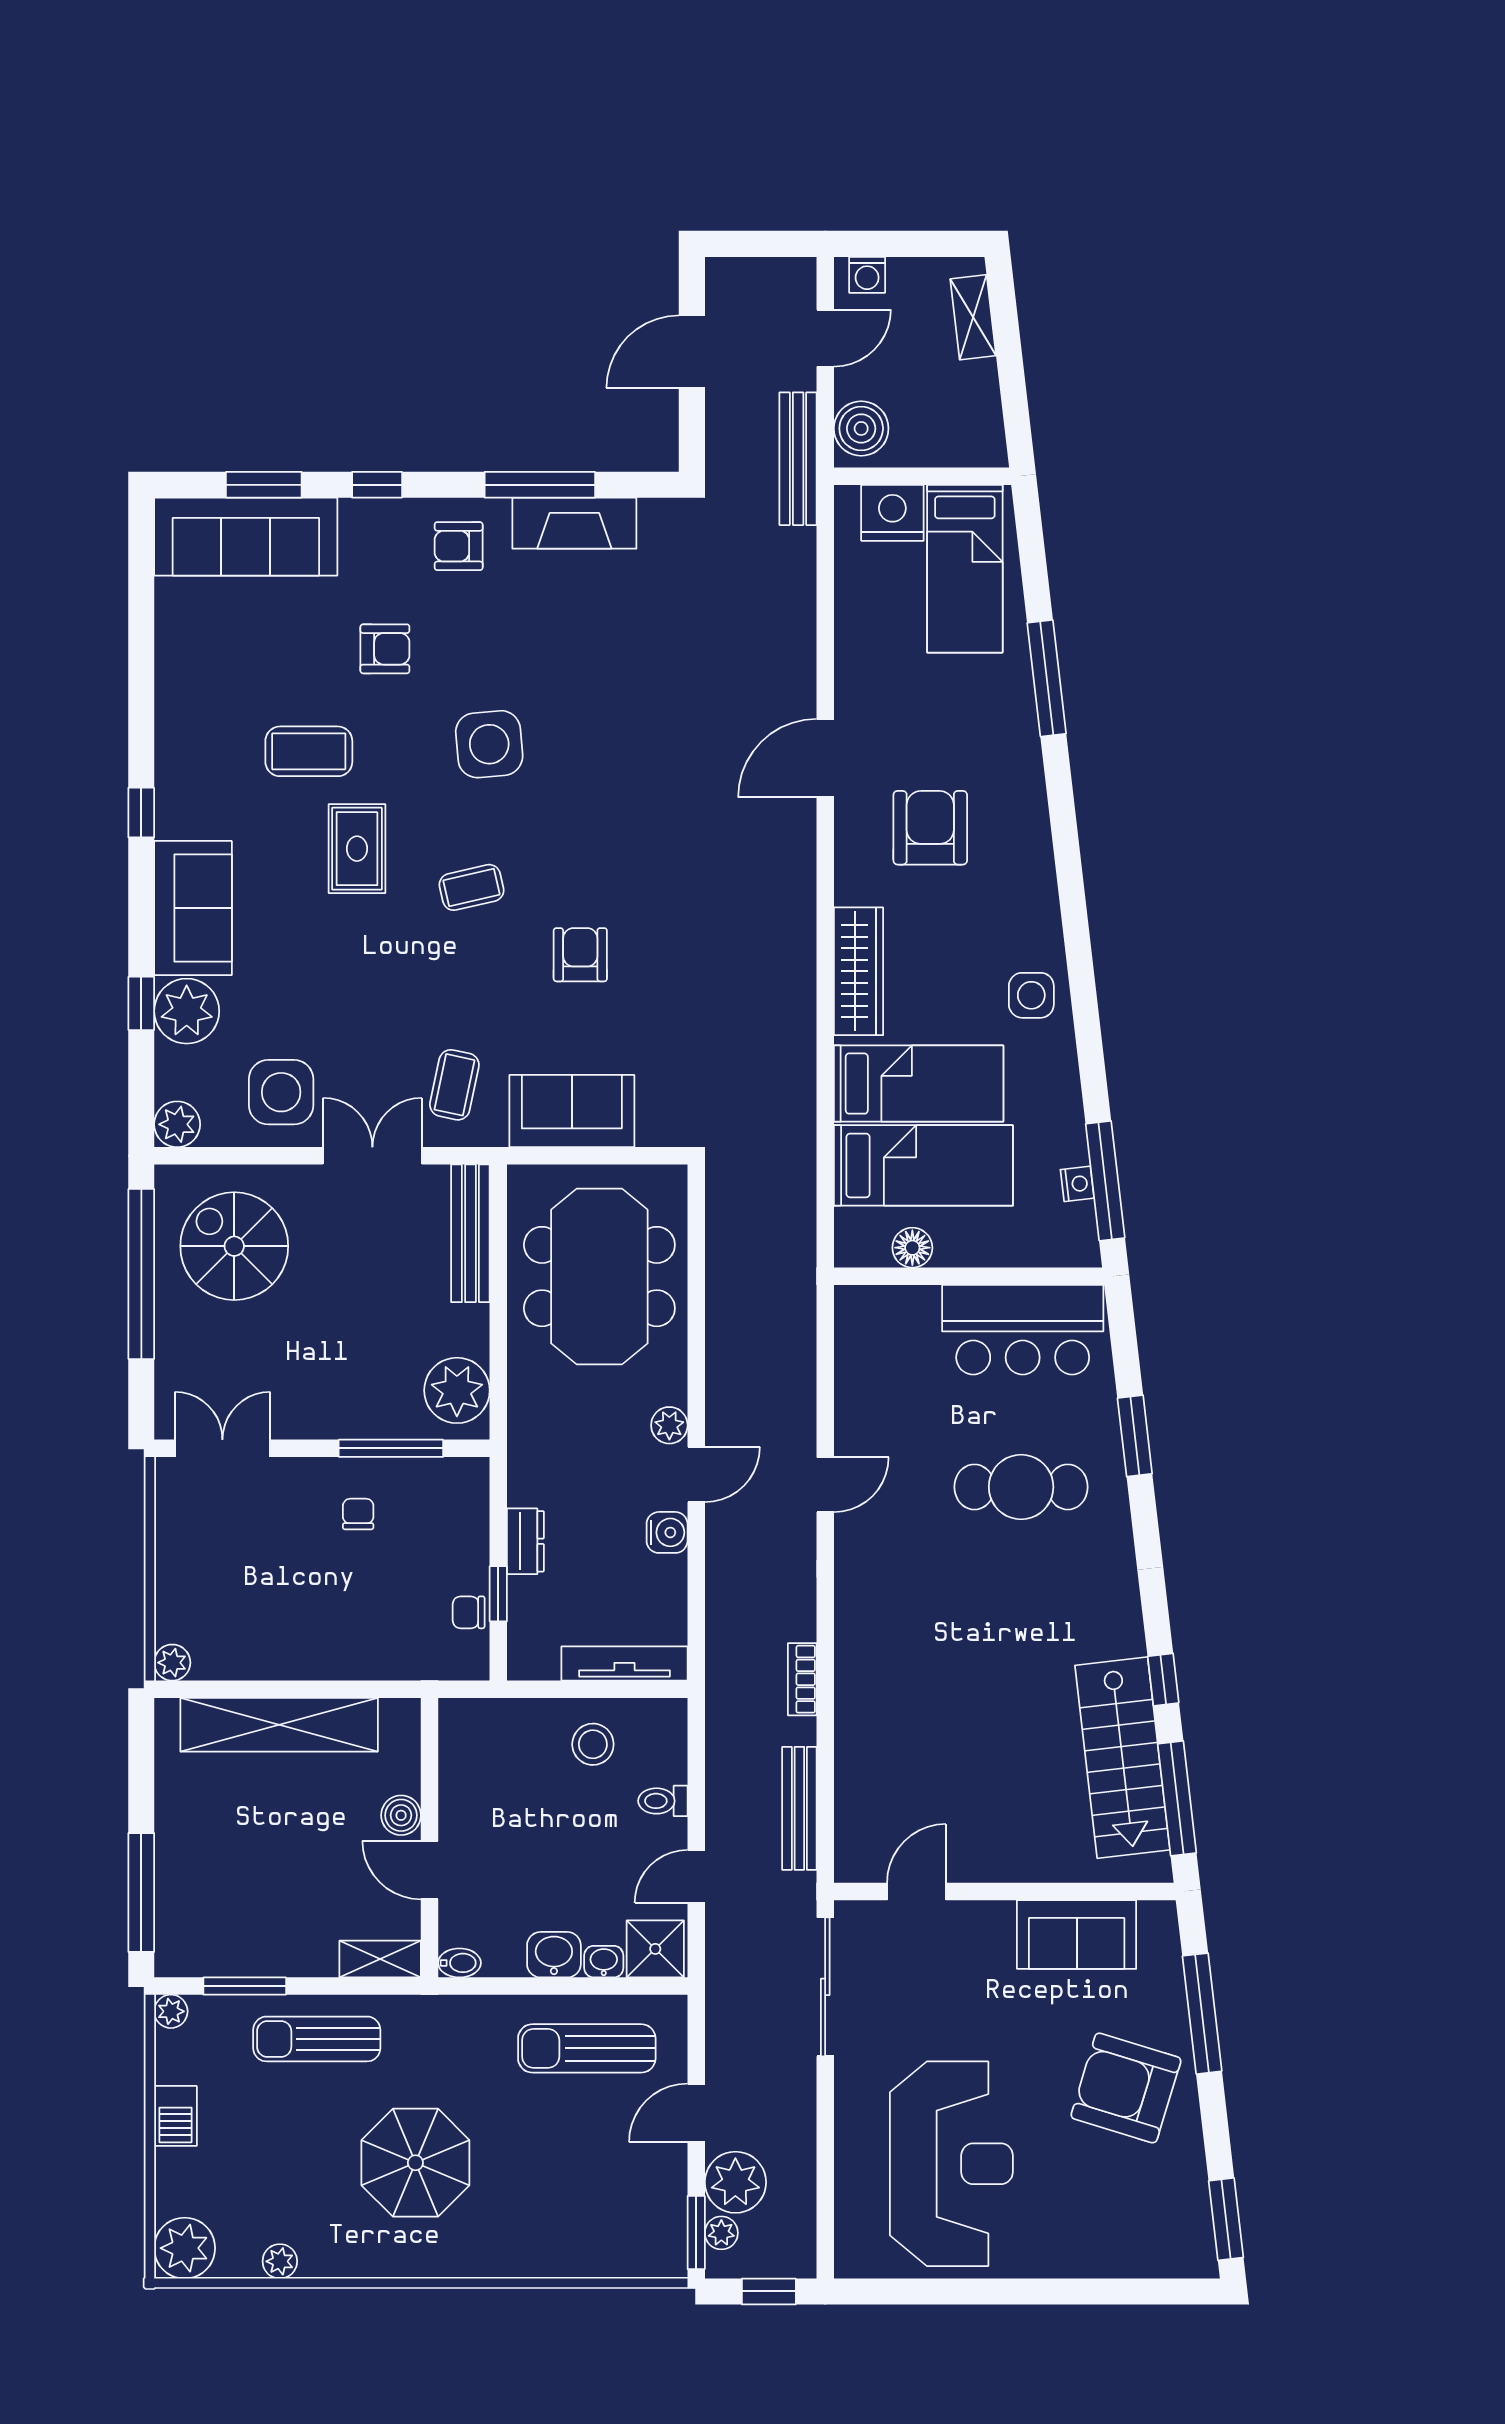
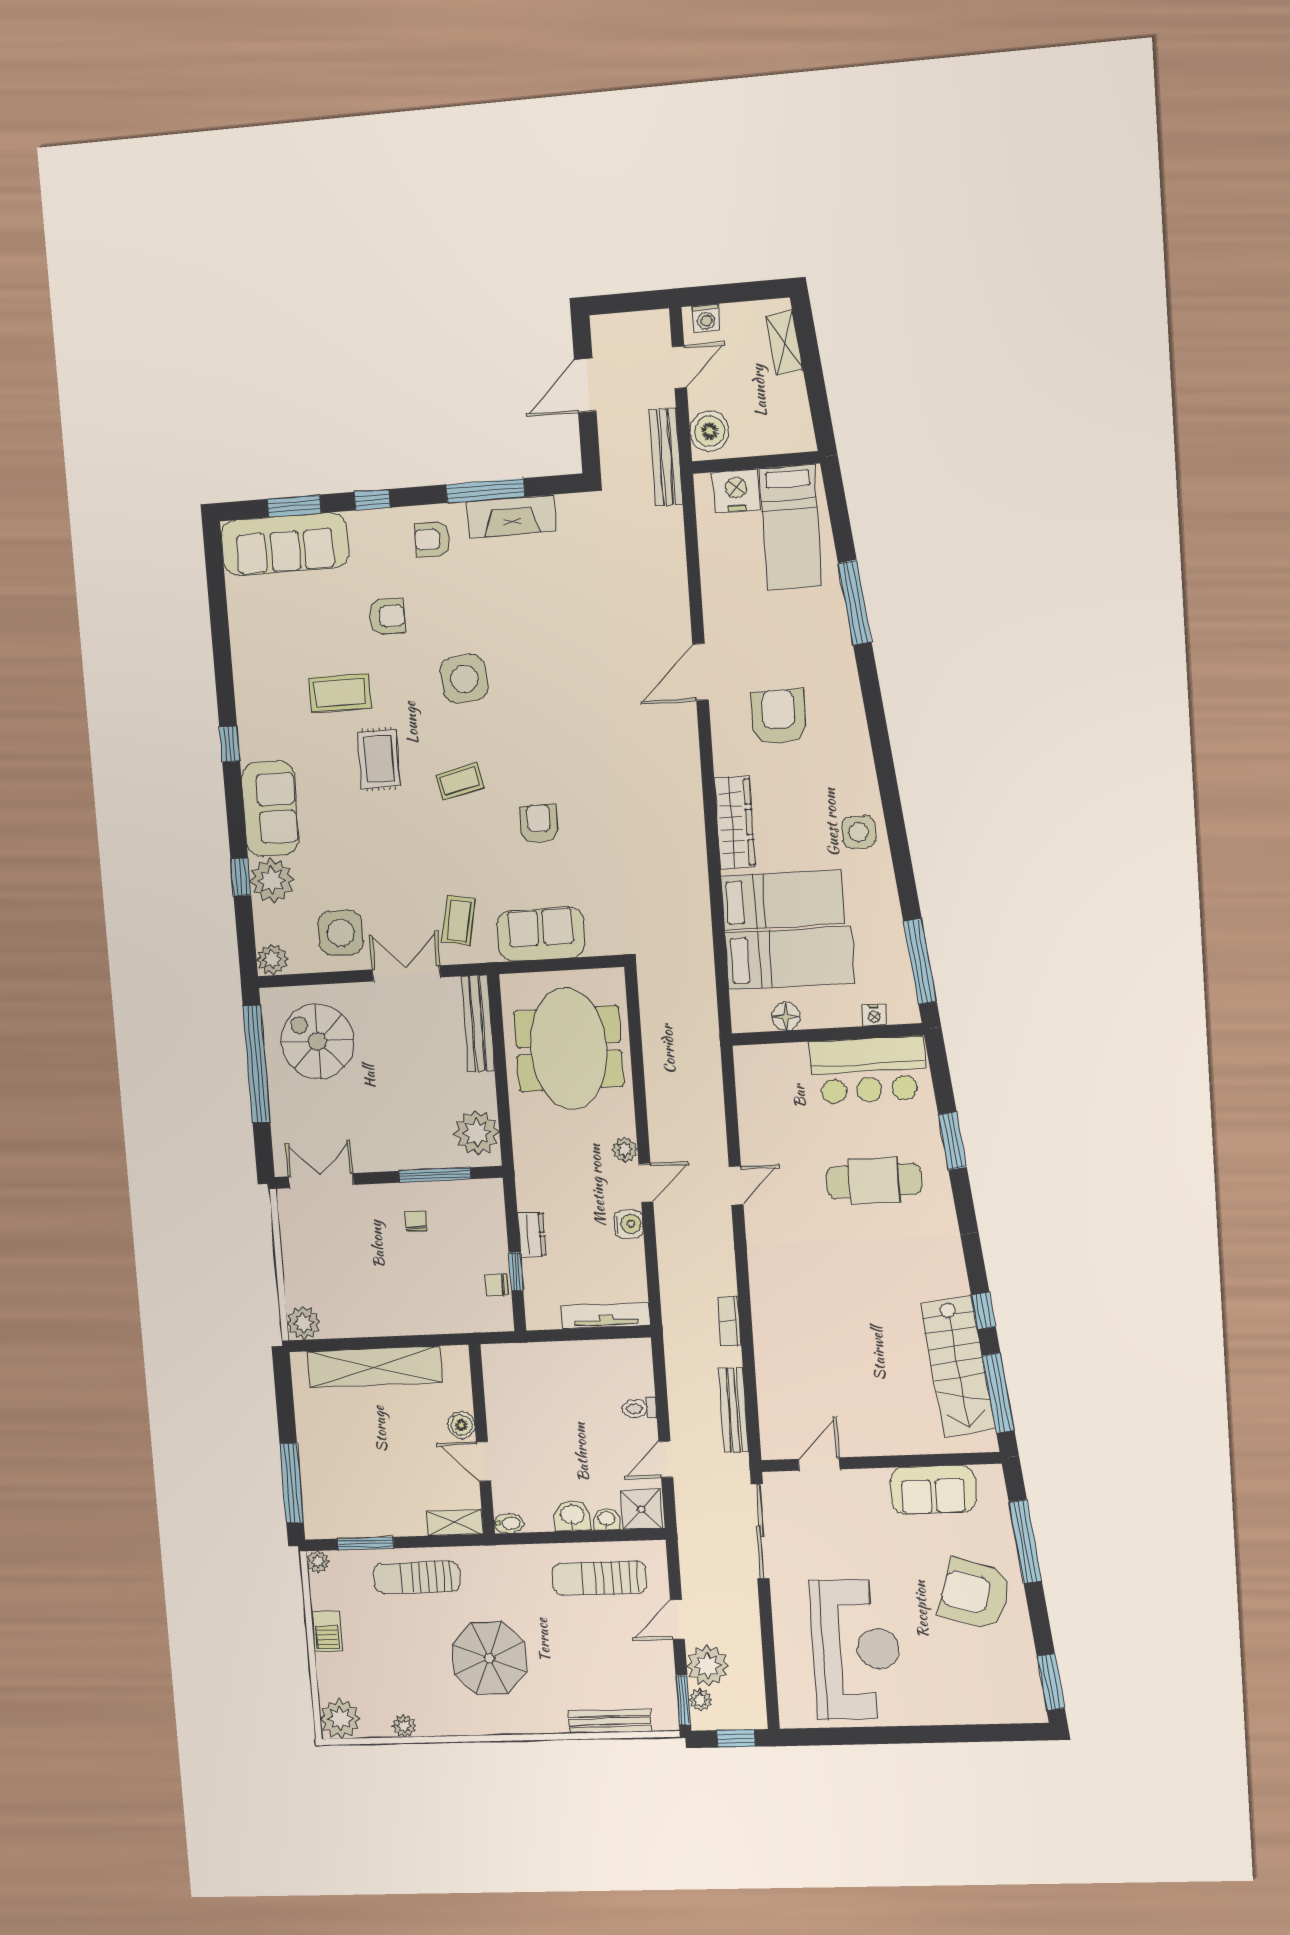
nightstand: (1077, 1184) -> (874, 1015), moved, turned 97
plant: (172, 1663) -> (303, 1323), width x1.38, depth x1.38
stool: (593, 1744) -> (588, 1372), removed
bench: (586, 2262) -> (610, 1721), added

